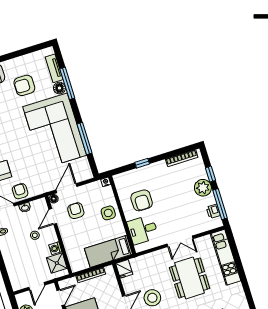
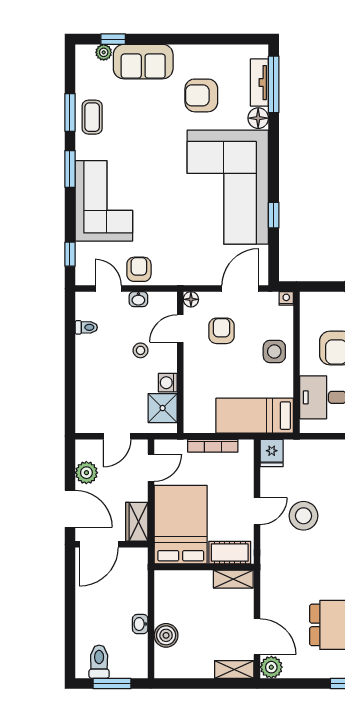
window: (67, 83) -> (274, 84), moved
window: (85, 138) -> (274, 215), width x0.46
door: (66, 188) -> (240, 289), moved

